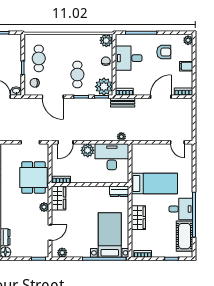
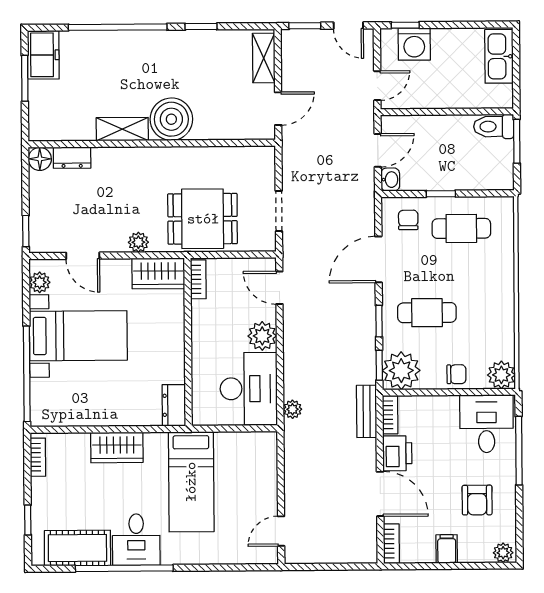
desk: (129, 58) -> (487, 424), moved
printer: (142, 89) -> (397, 453), added
bed with nightstands: (110, 235) -> (78, 336), moved

